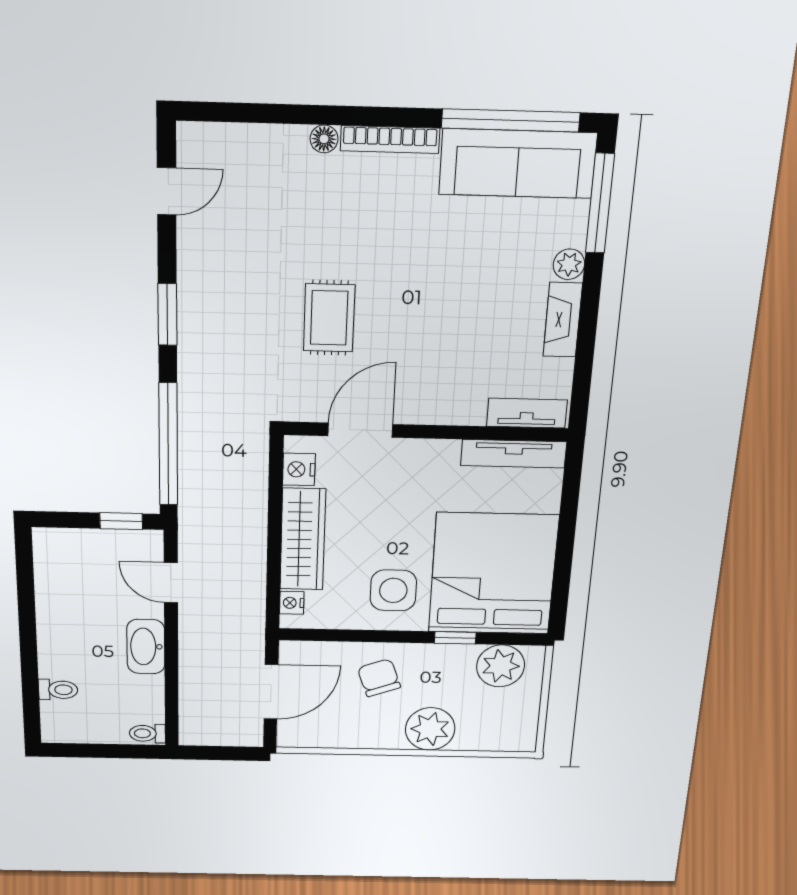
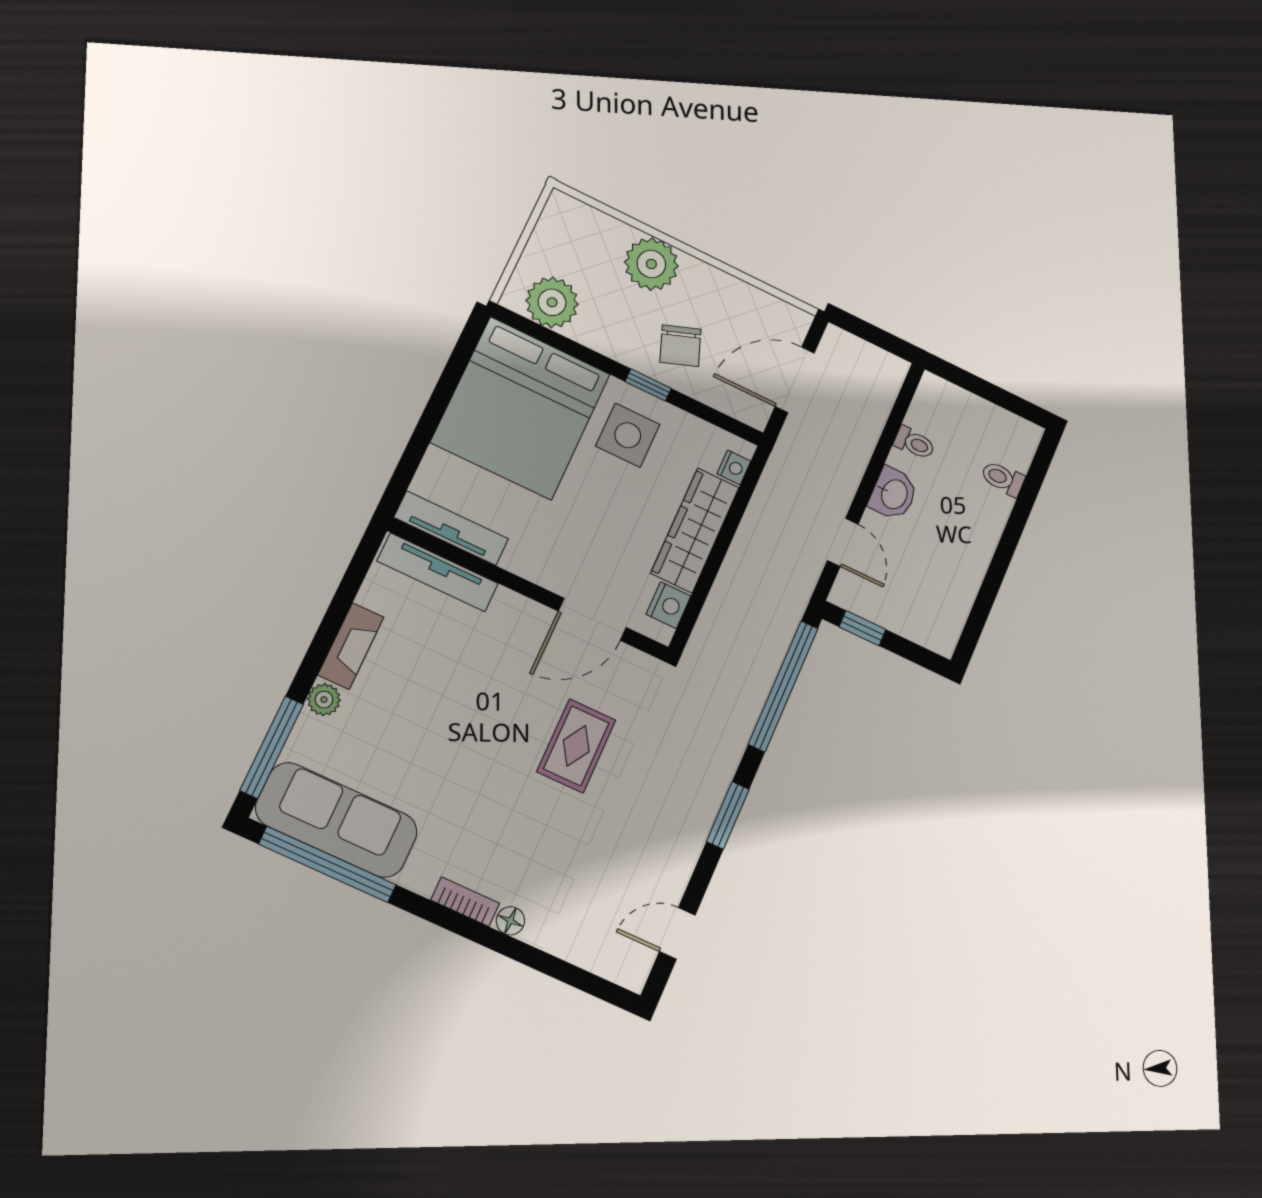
bookcase: (390, 140) -> (465, 902), width x0.64
tv unit: (527, 413) -> (438, 572), width x1.41
window: (455, 638) -> (648, 385), moved
washbasin: (146, 647) -> (893, 494), width x0.72
toilet: (147, 733) -> (914, 443), moved

